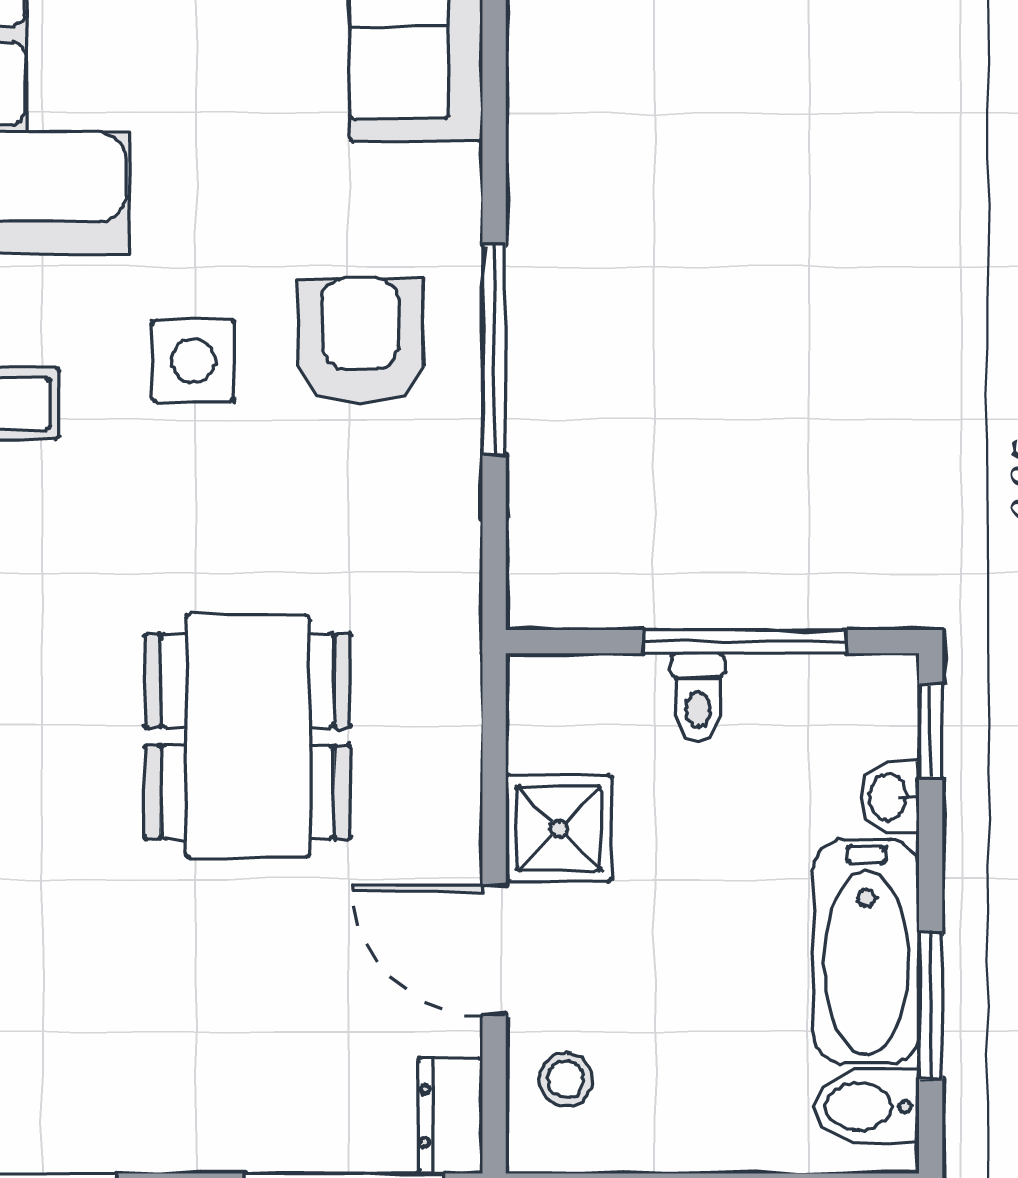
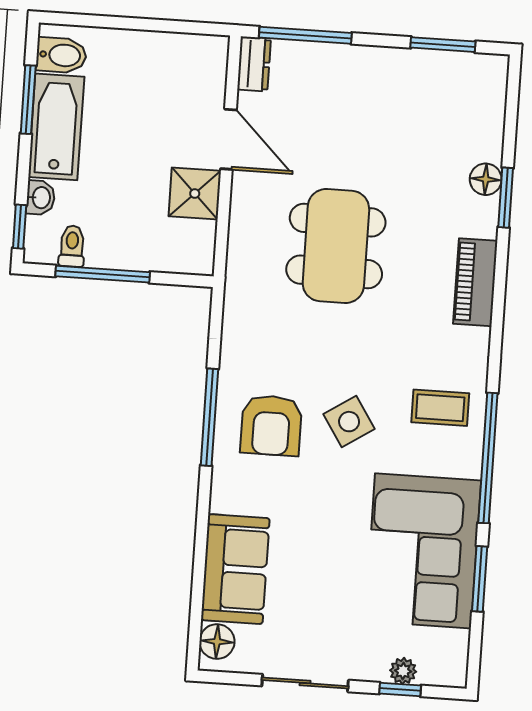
side table: (193, 361) -> (349, 422), turned -33
toilet: (698, 697) -> (72, 246), moved
stool: (566, 1079) -> (199, 77), removed

